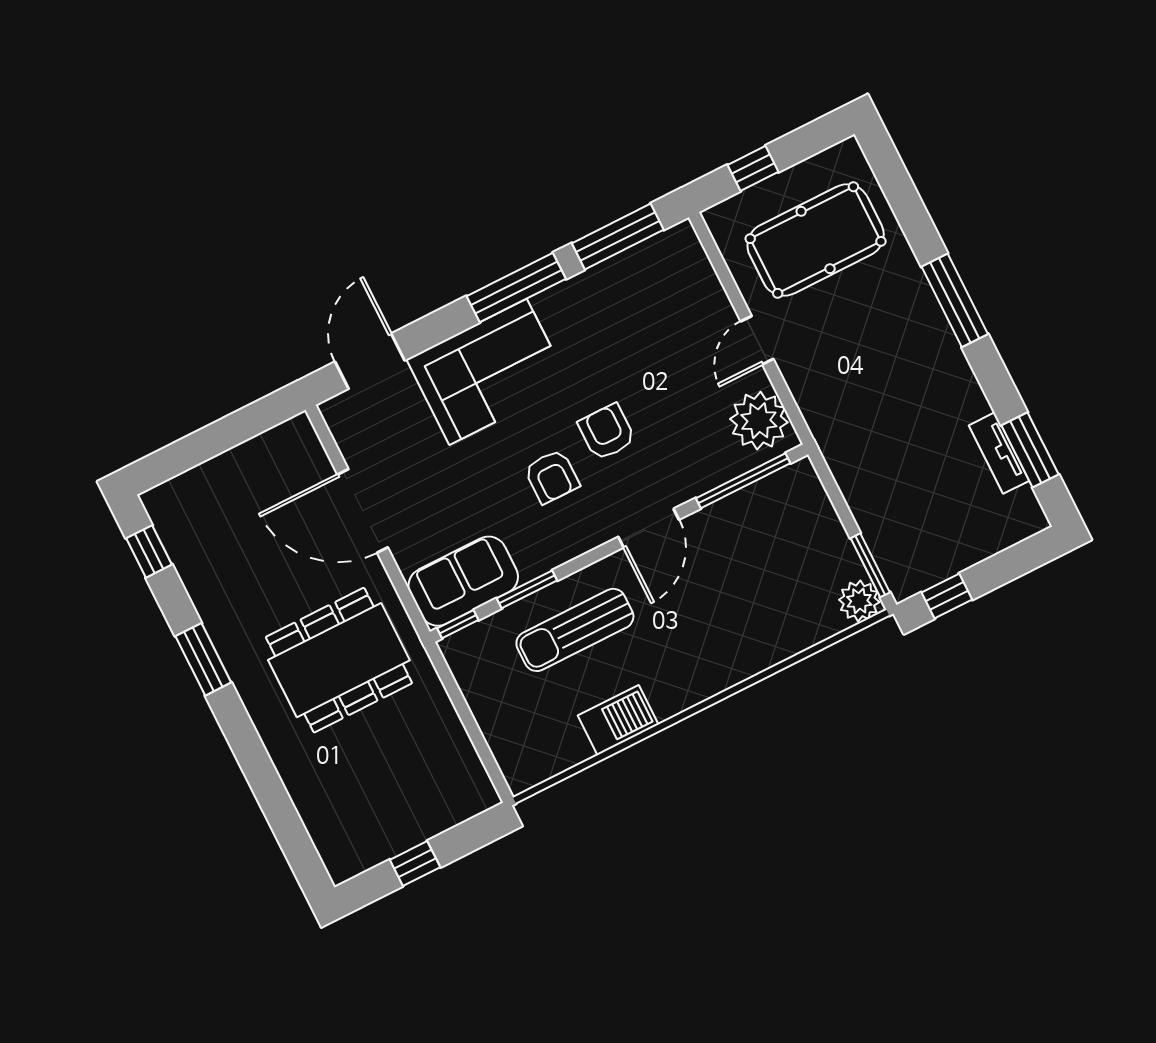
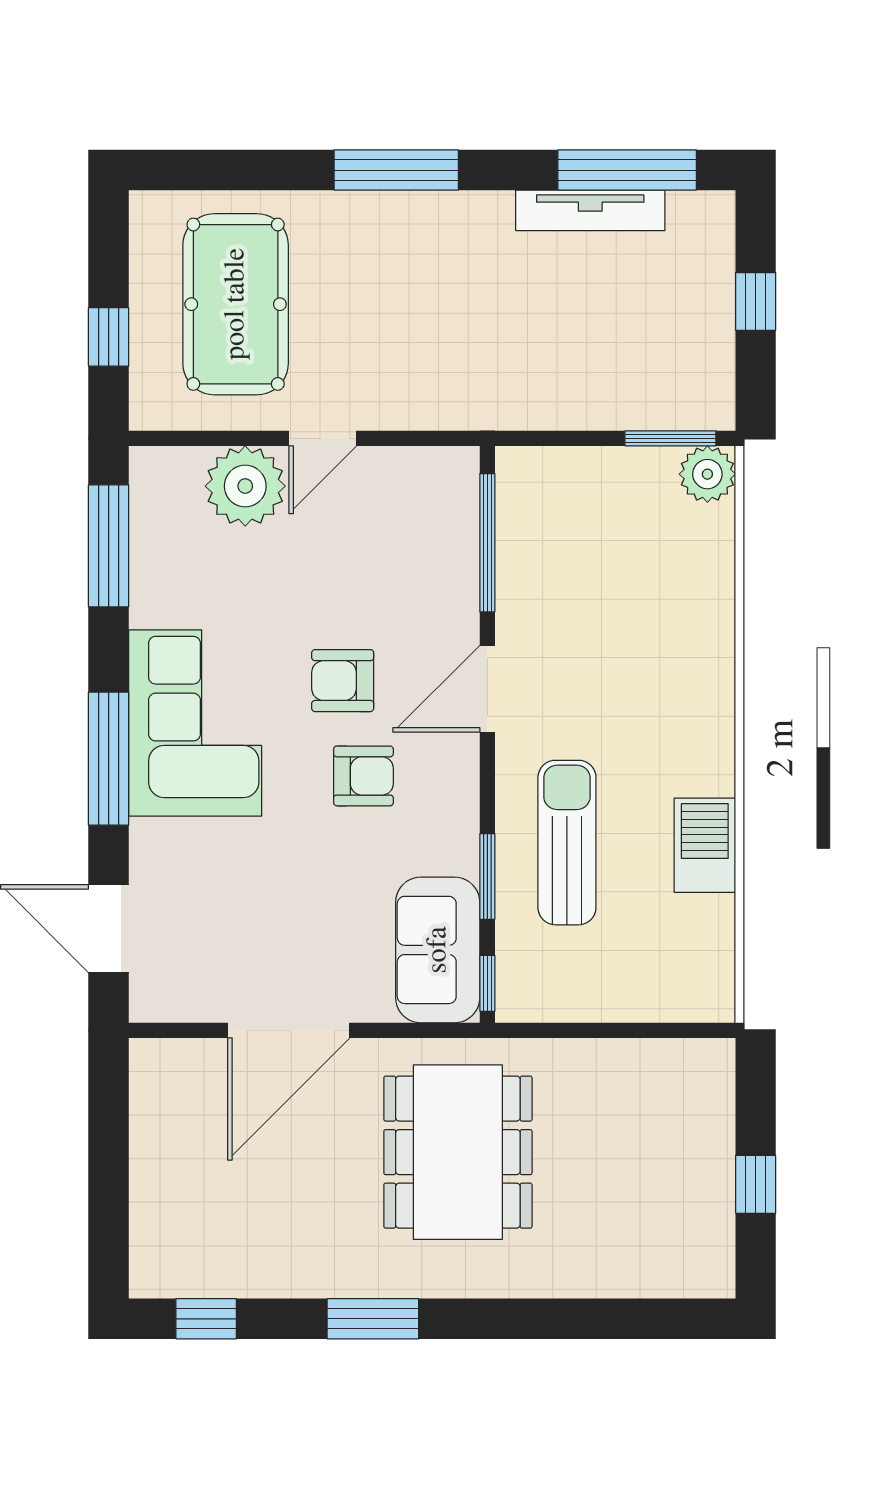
window: (516, 288) -> (109, 759), moved
door: (757, 340) -> (323, 438), hinge flipped
corner sofa: (488, 372) -> (195, 723), moved
plant: (759, 421) -> (245, 486), moved
window: (1030, 450) -> (627, 170), width x1.44
tv unit: (999, 453) -> (590, 210), width x1.41
door: (649, 528) -> (487, 689), swing flipped
window: (947, 596) -> (756, 302), moved
sun lounger: (575, 630) -> (567, 843), turned 180

